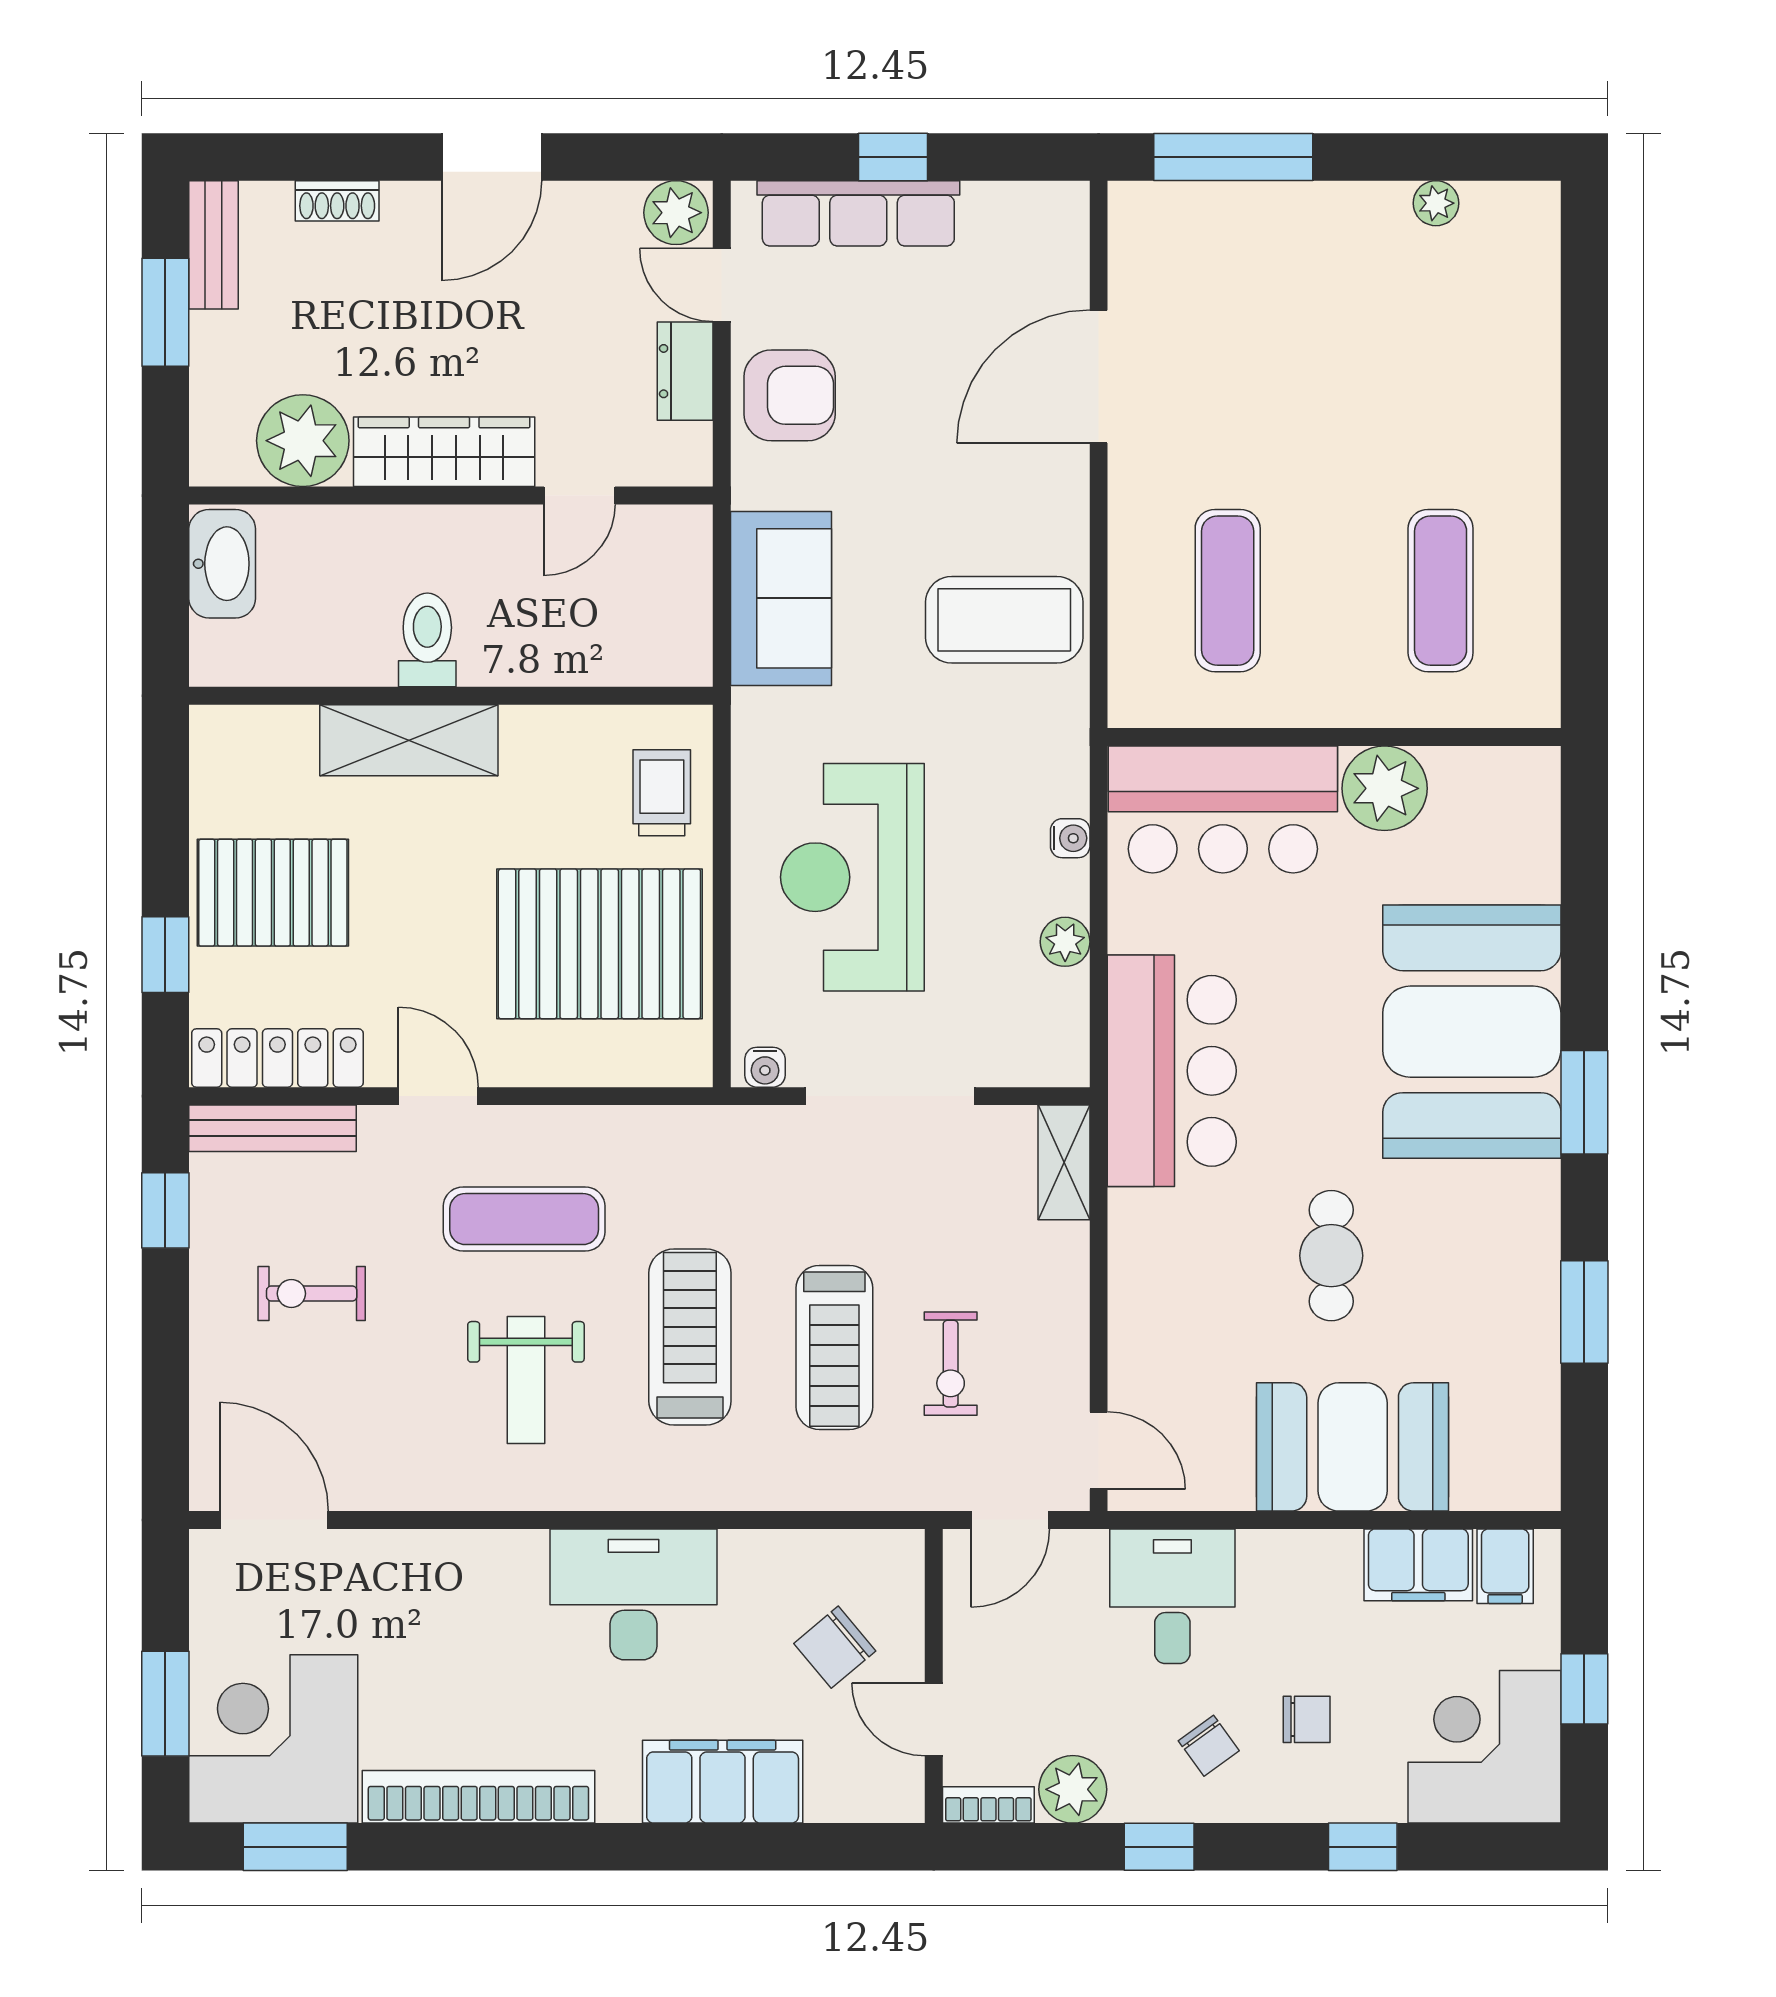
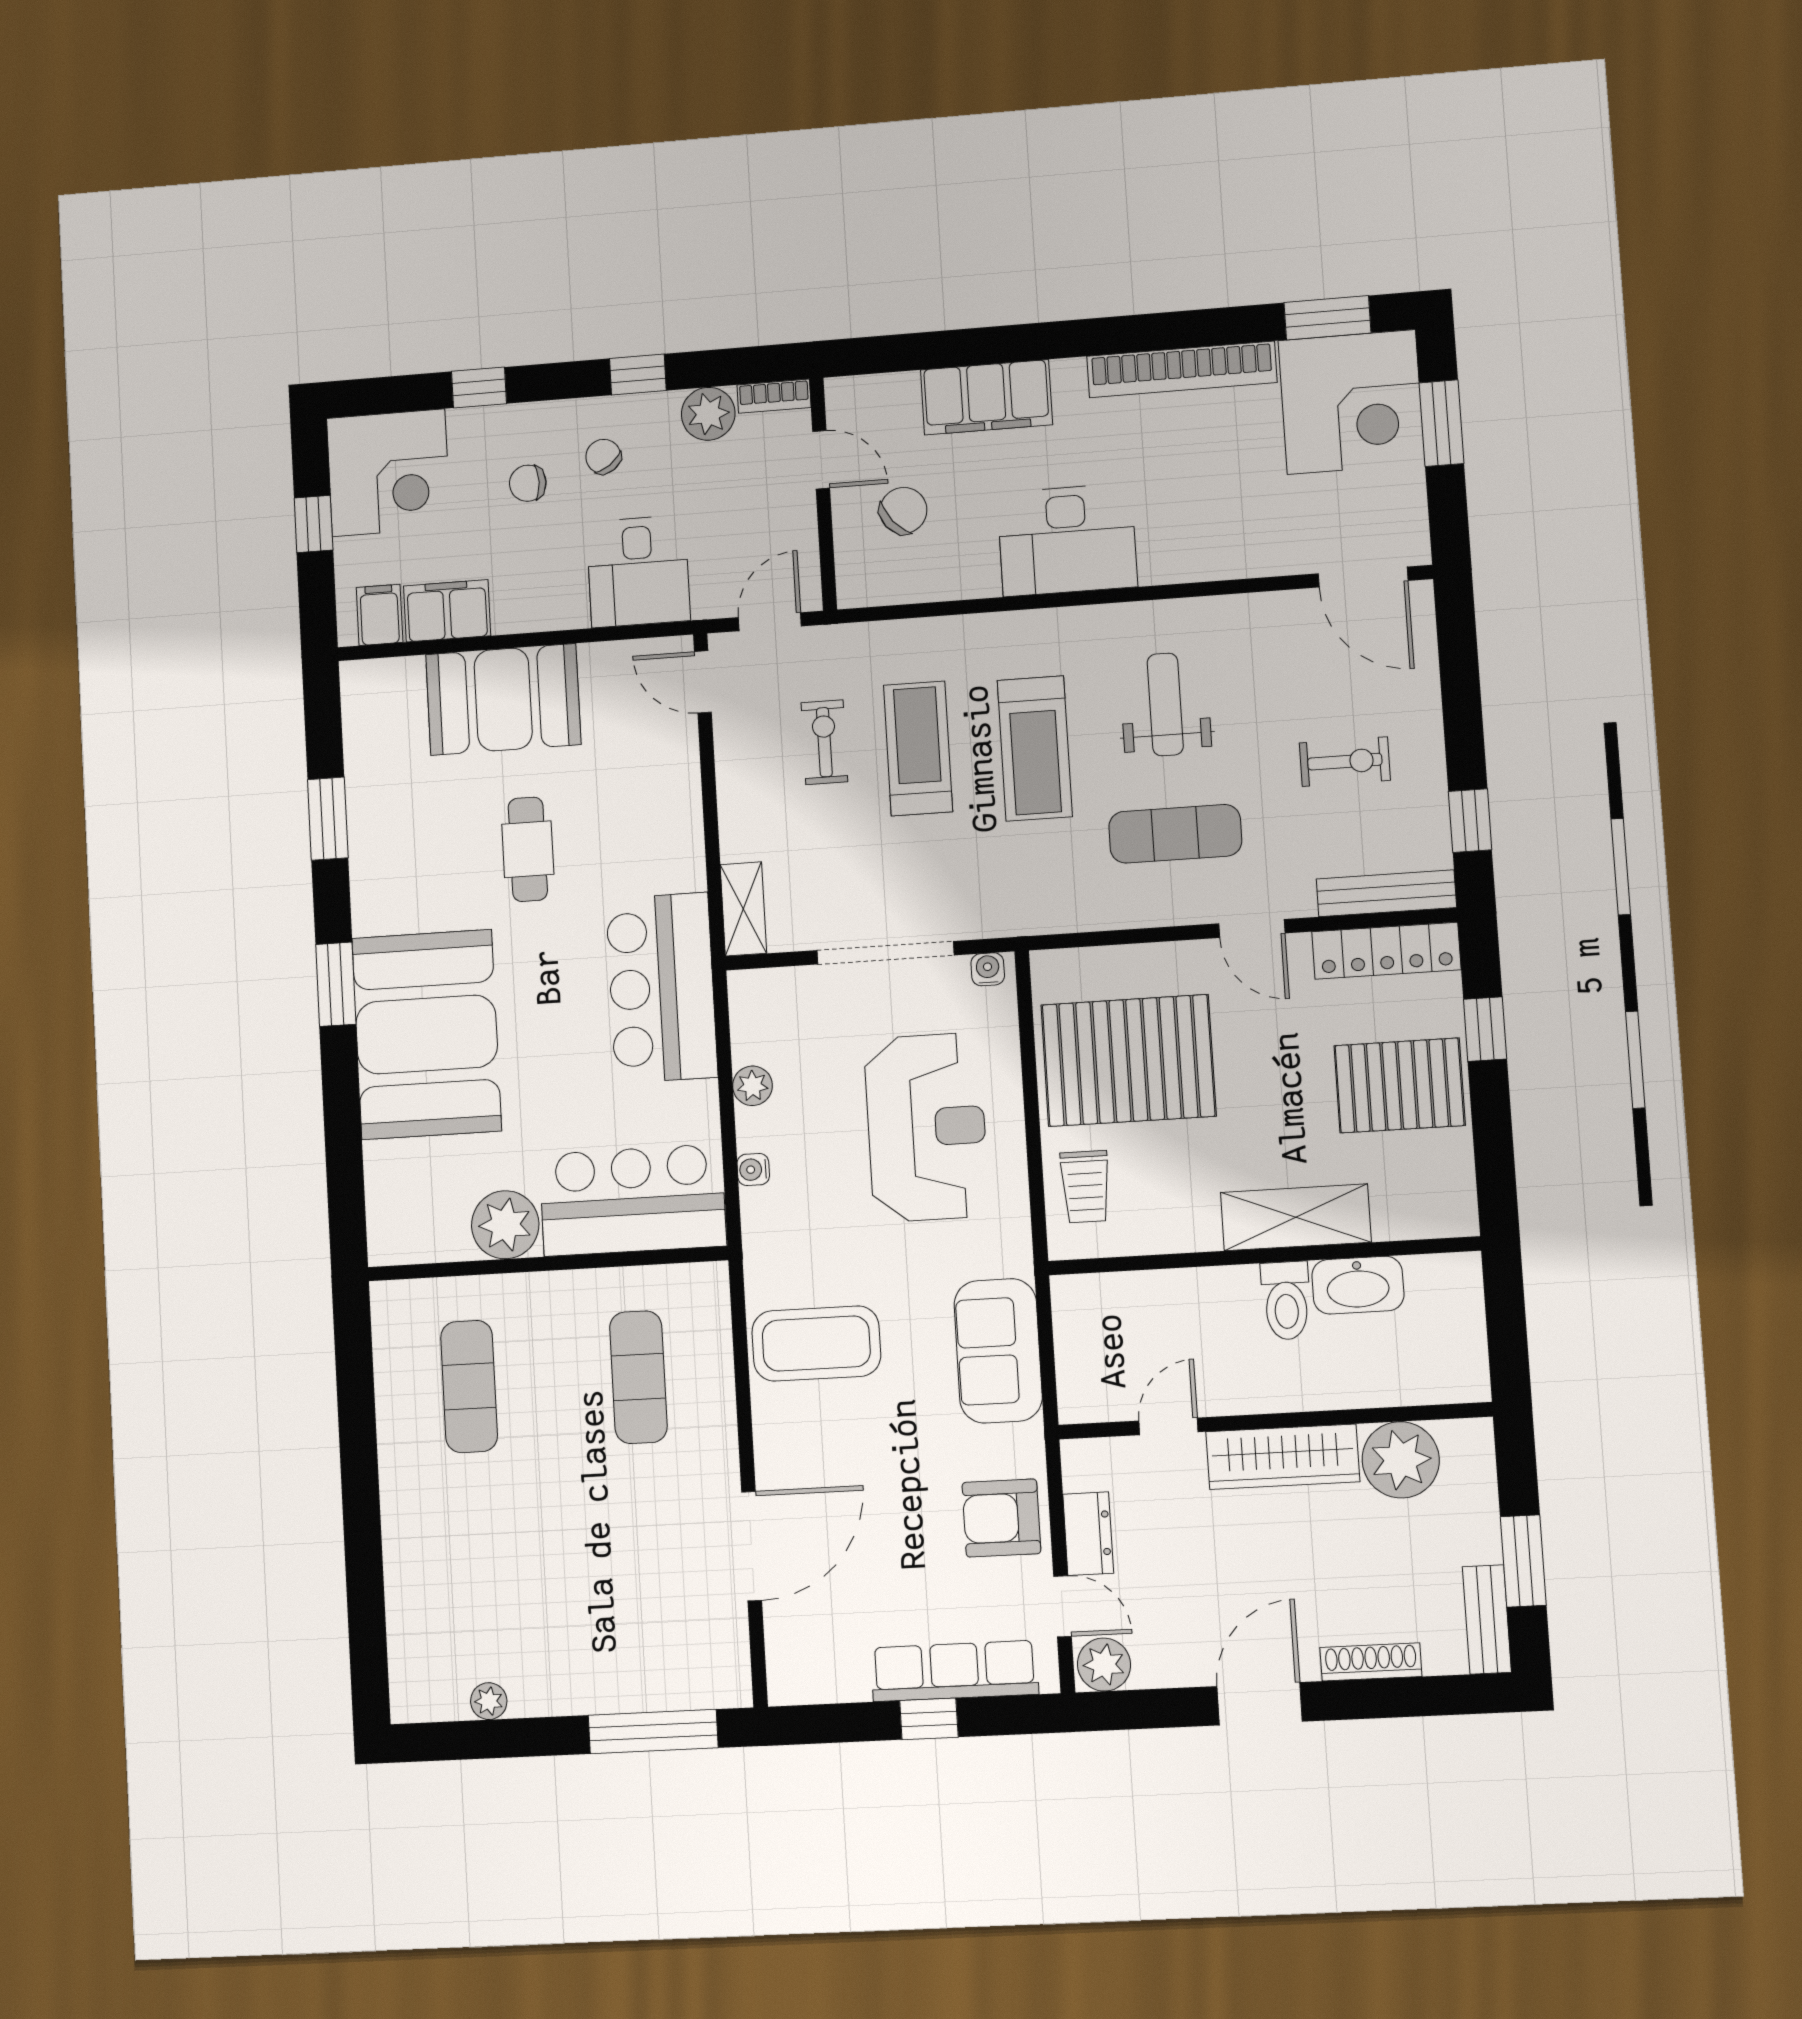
shoe rack: (337, 201) -> (1371, 1662), width x1.43
washbasin: (222, 564) -> (1358, 1285), moved, turned -90

